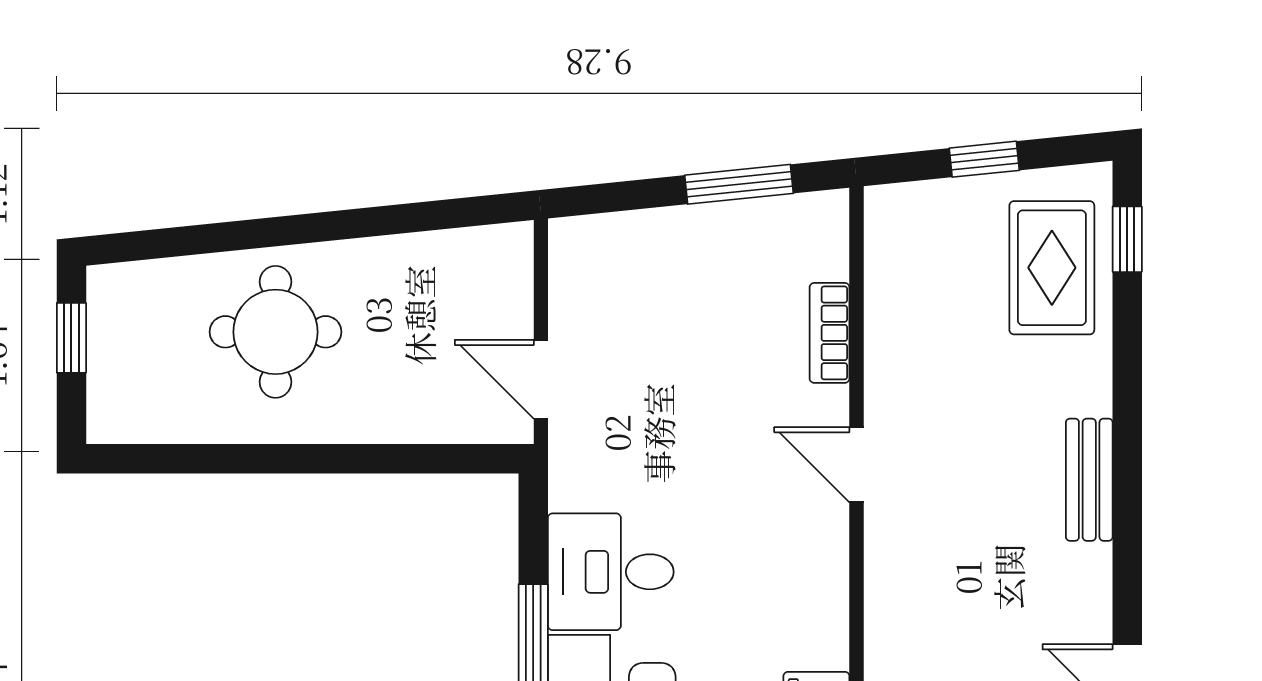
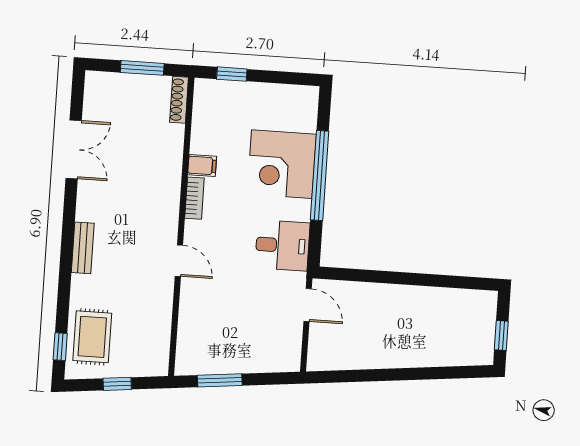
round table: (275, 332) -> (416, 332), removed
bookcase: (830, 333) -> (194, 198), moved
desk: (611, 572) -> (282, 245), moved

